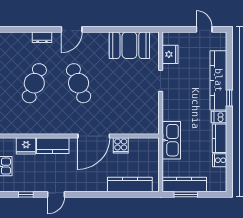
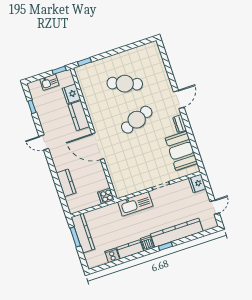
door: (72, 29) -> (179, 99), swing flipped
dresser: (42, 37) -> (180, 124), moved
fridge: (170, 54) -> (197, 183), moved, turned 90
kitchen sink: (171, 140) -> (135, 204), moved
cooker: (121, 145) -> (106, 196), moved
kitchen counter: (130, 184) -> (66, 183), width x0.67
door: (56, 194) -> (44, 142), moved

